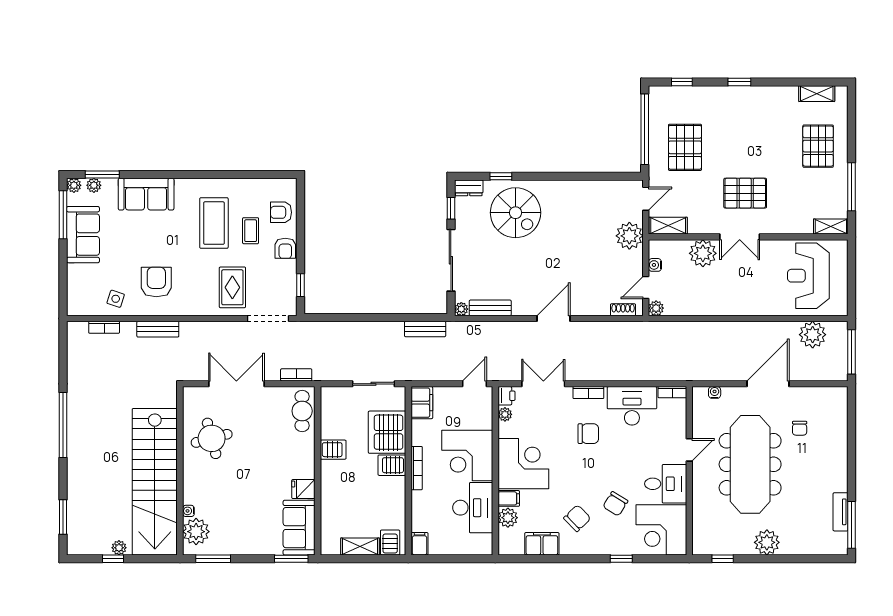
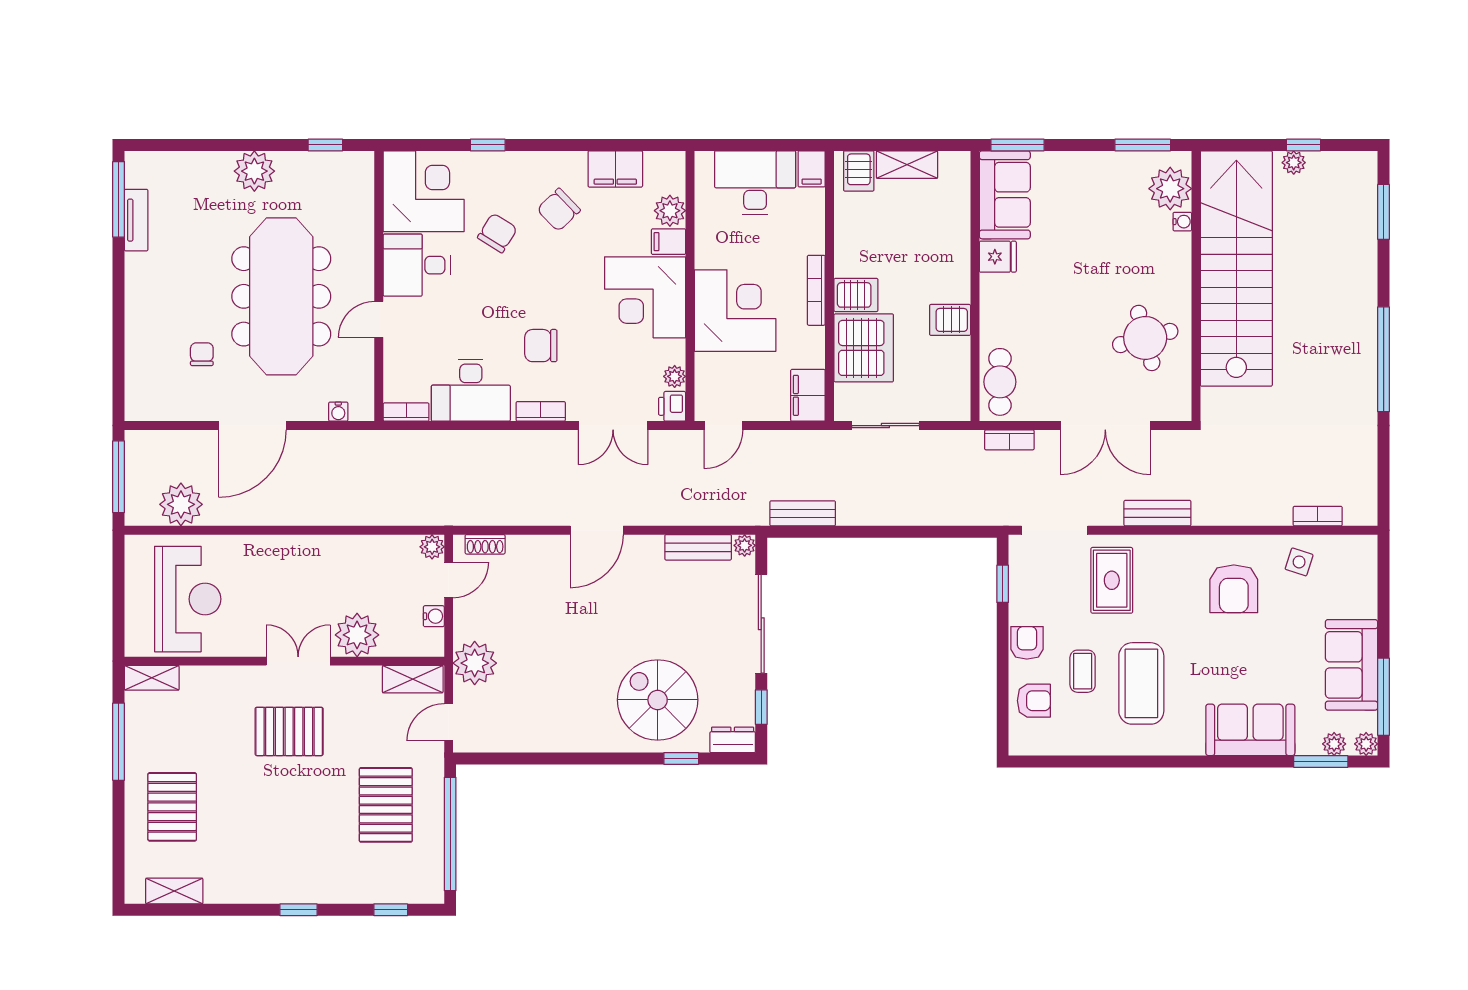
bench: (158, 329) -> (1157, 513), moved
desk: (473, 508) -> (755, 183), moved, turned 90

